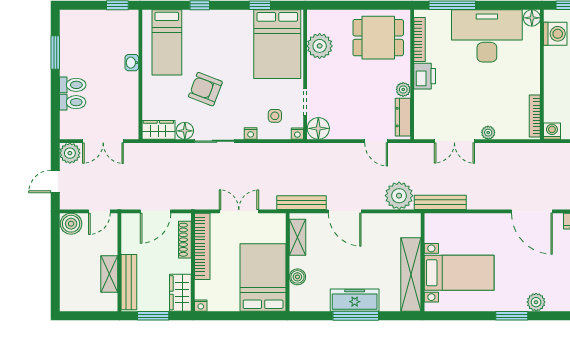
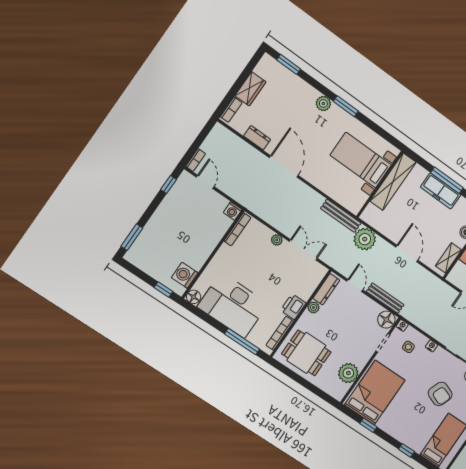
bench: (301, 203) -> (385, 298), moved

